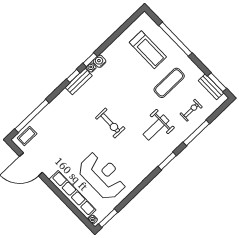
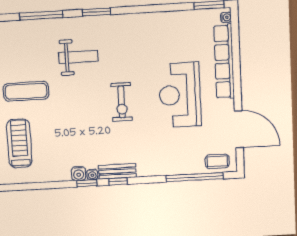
exercise bike: (191, 110) -> (27, 44), removed
exercise bike: (110, 123) -> (122, 102), turned 180
reception desk: (102, 176) -> (180, 95), moved

